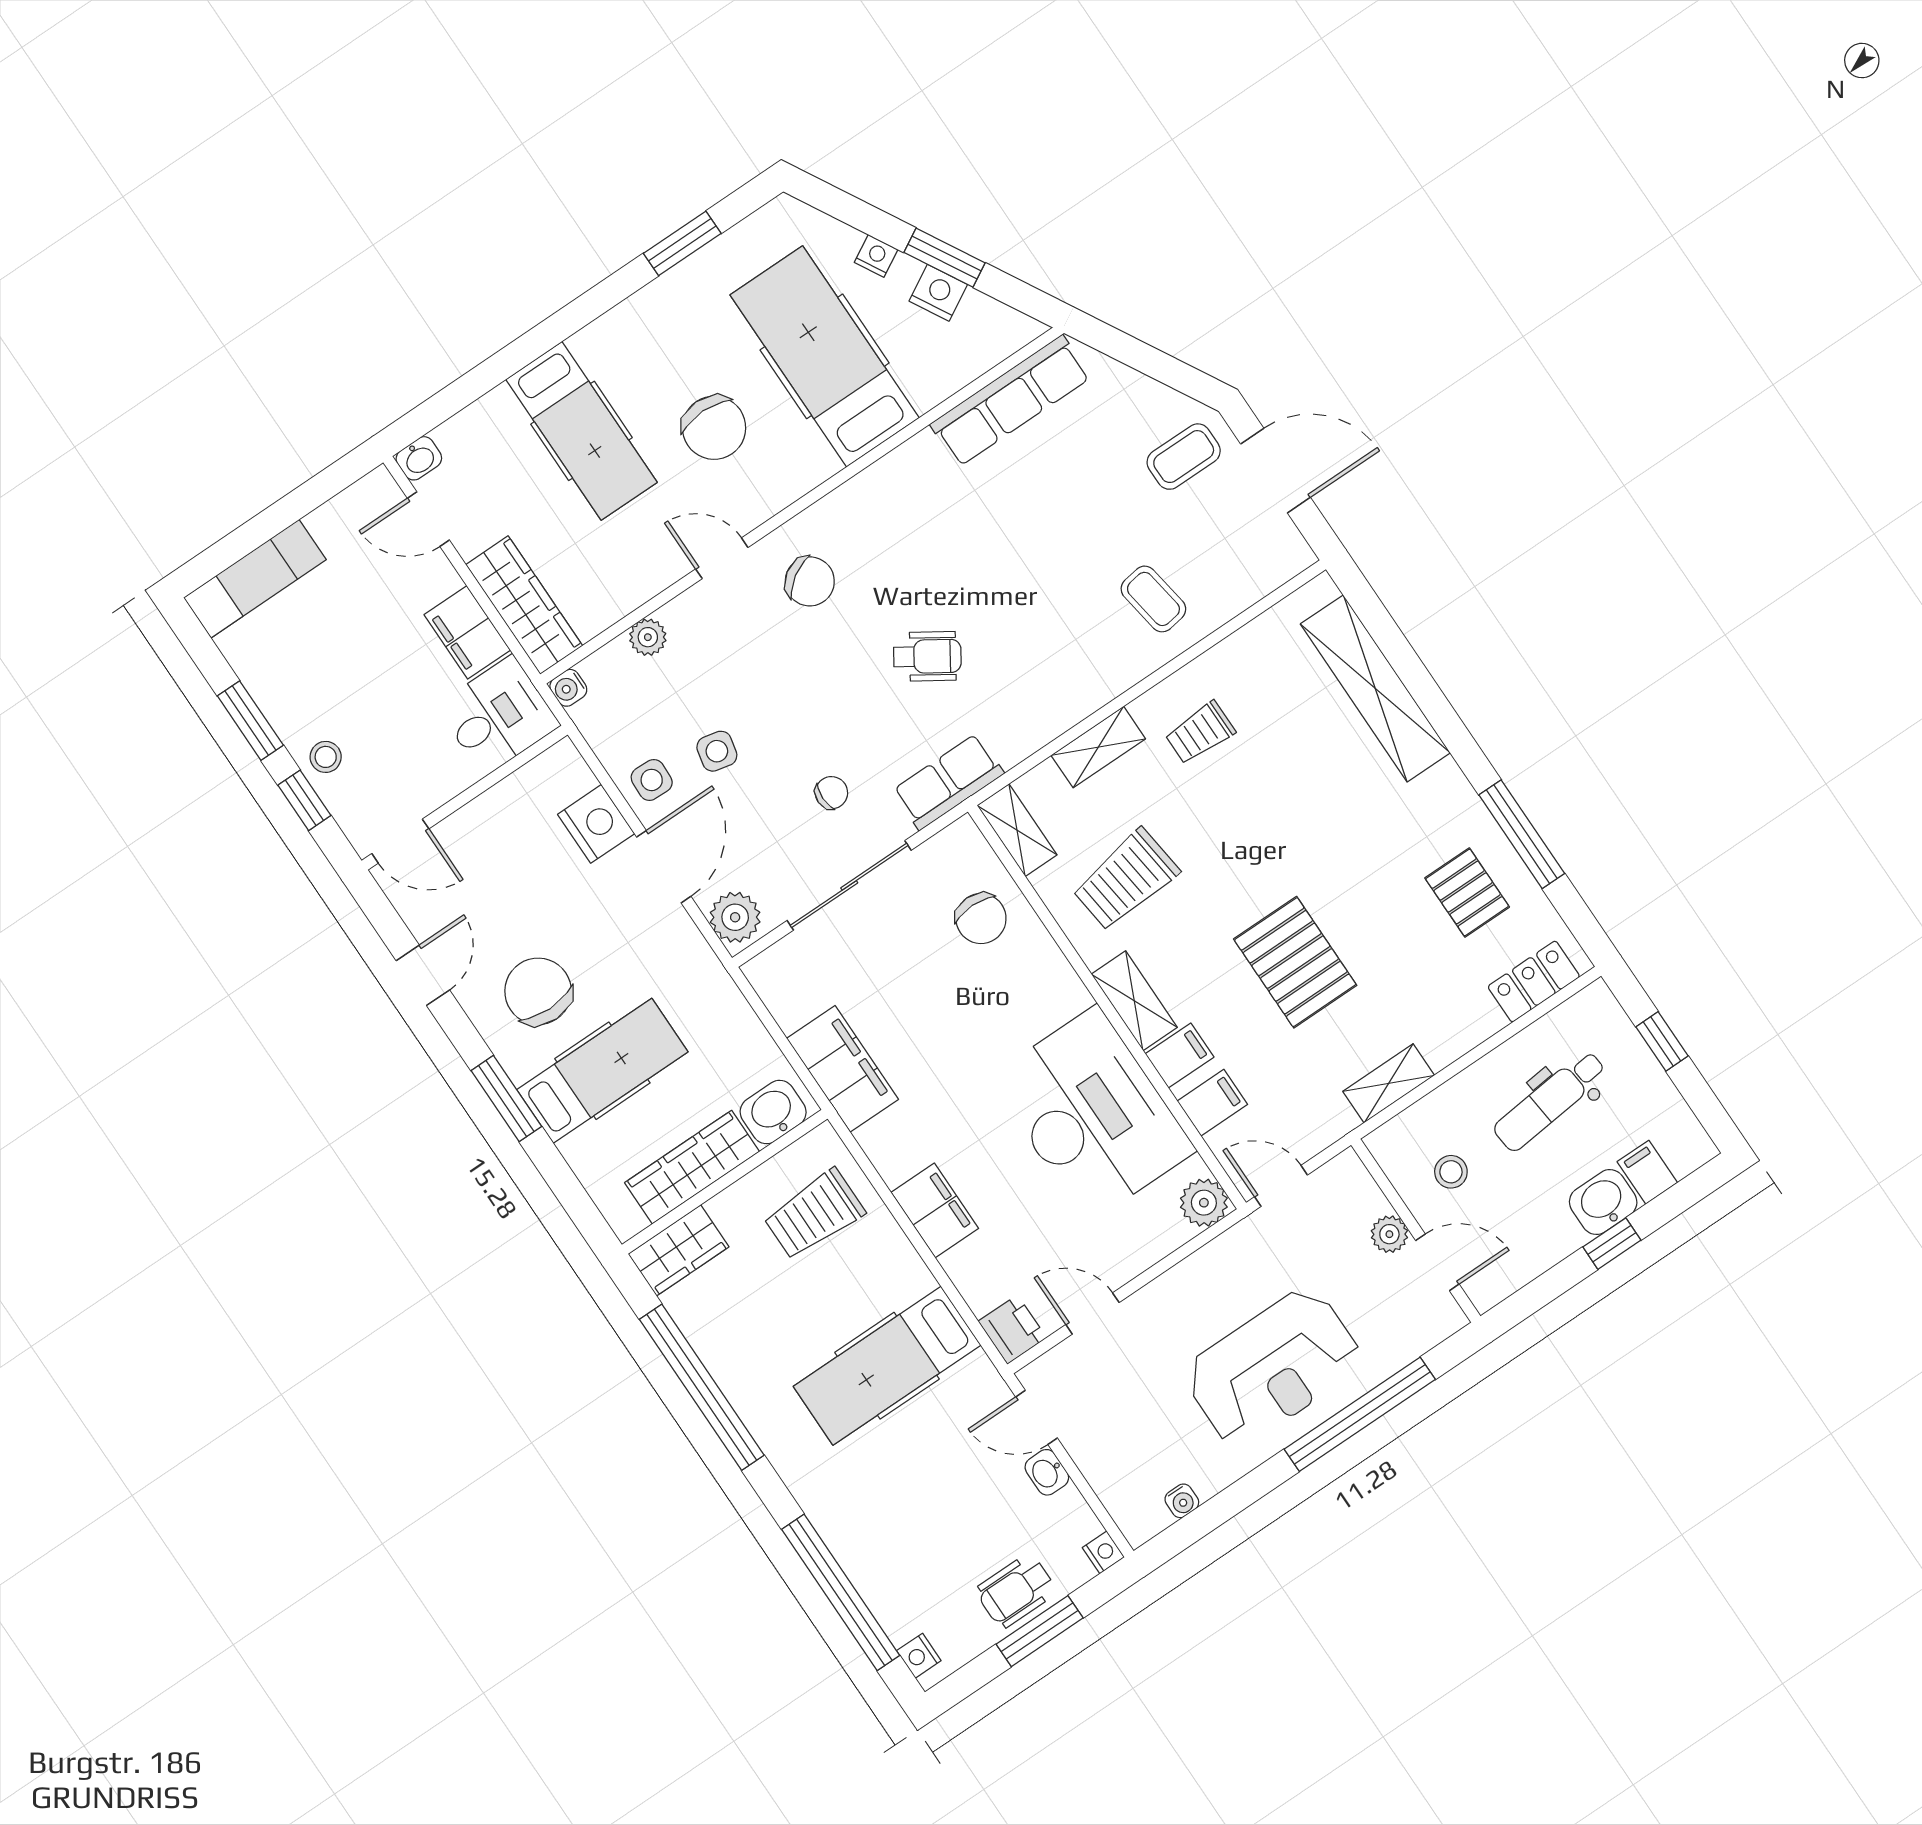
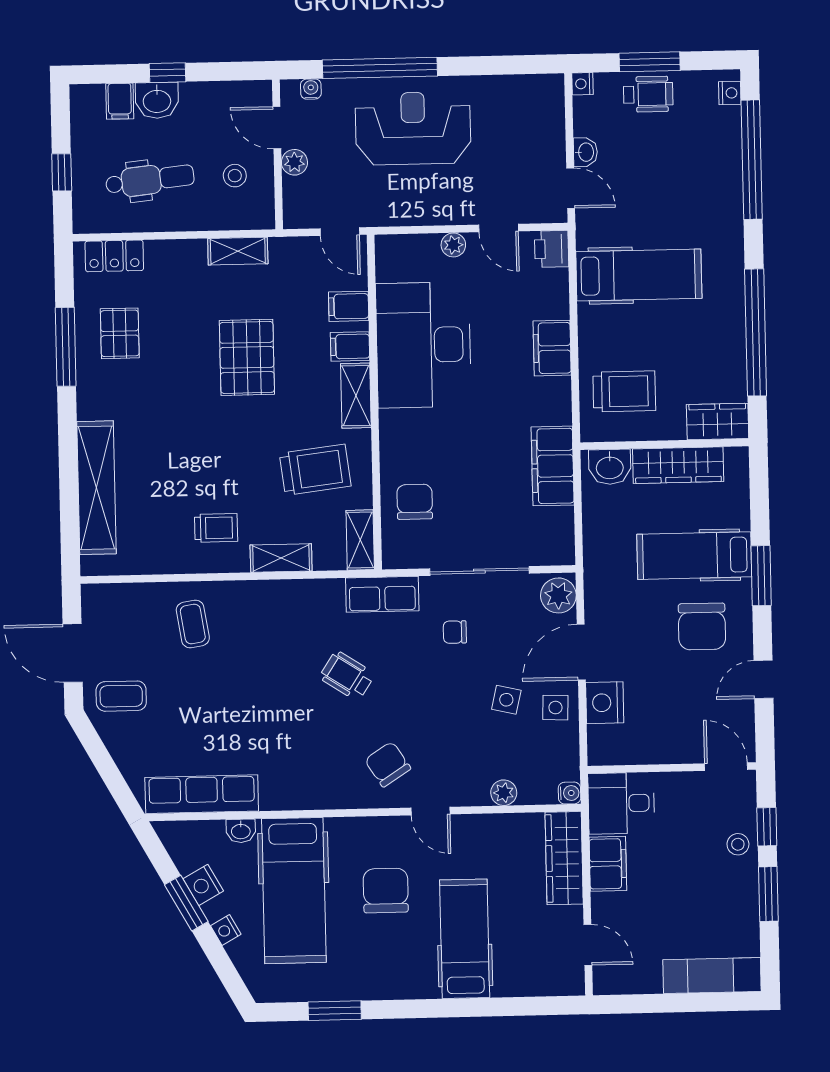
washbasin: (419, 458) -> (241, 831), moved, turned 180
plant: (1204, 1203) -> (453, 245), moved, width x0.73, depth x0.73
water cooler: (1182, 1501) -> (311, 89), moved

